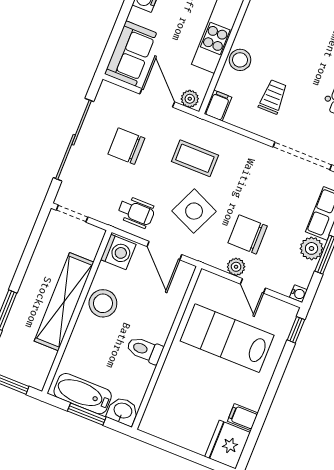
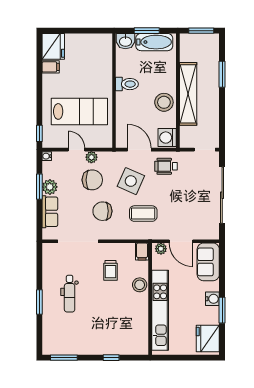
chair: (126, 146) -> (102, 211), moved, turned 180

